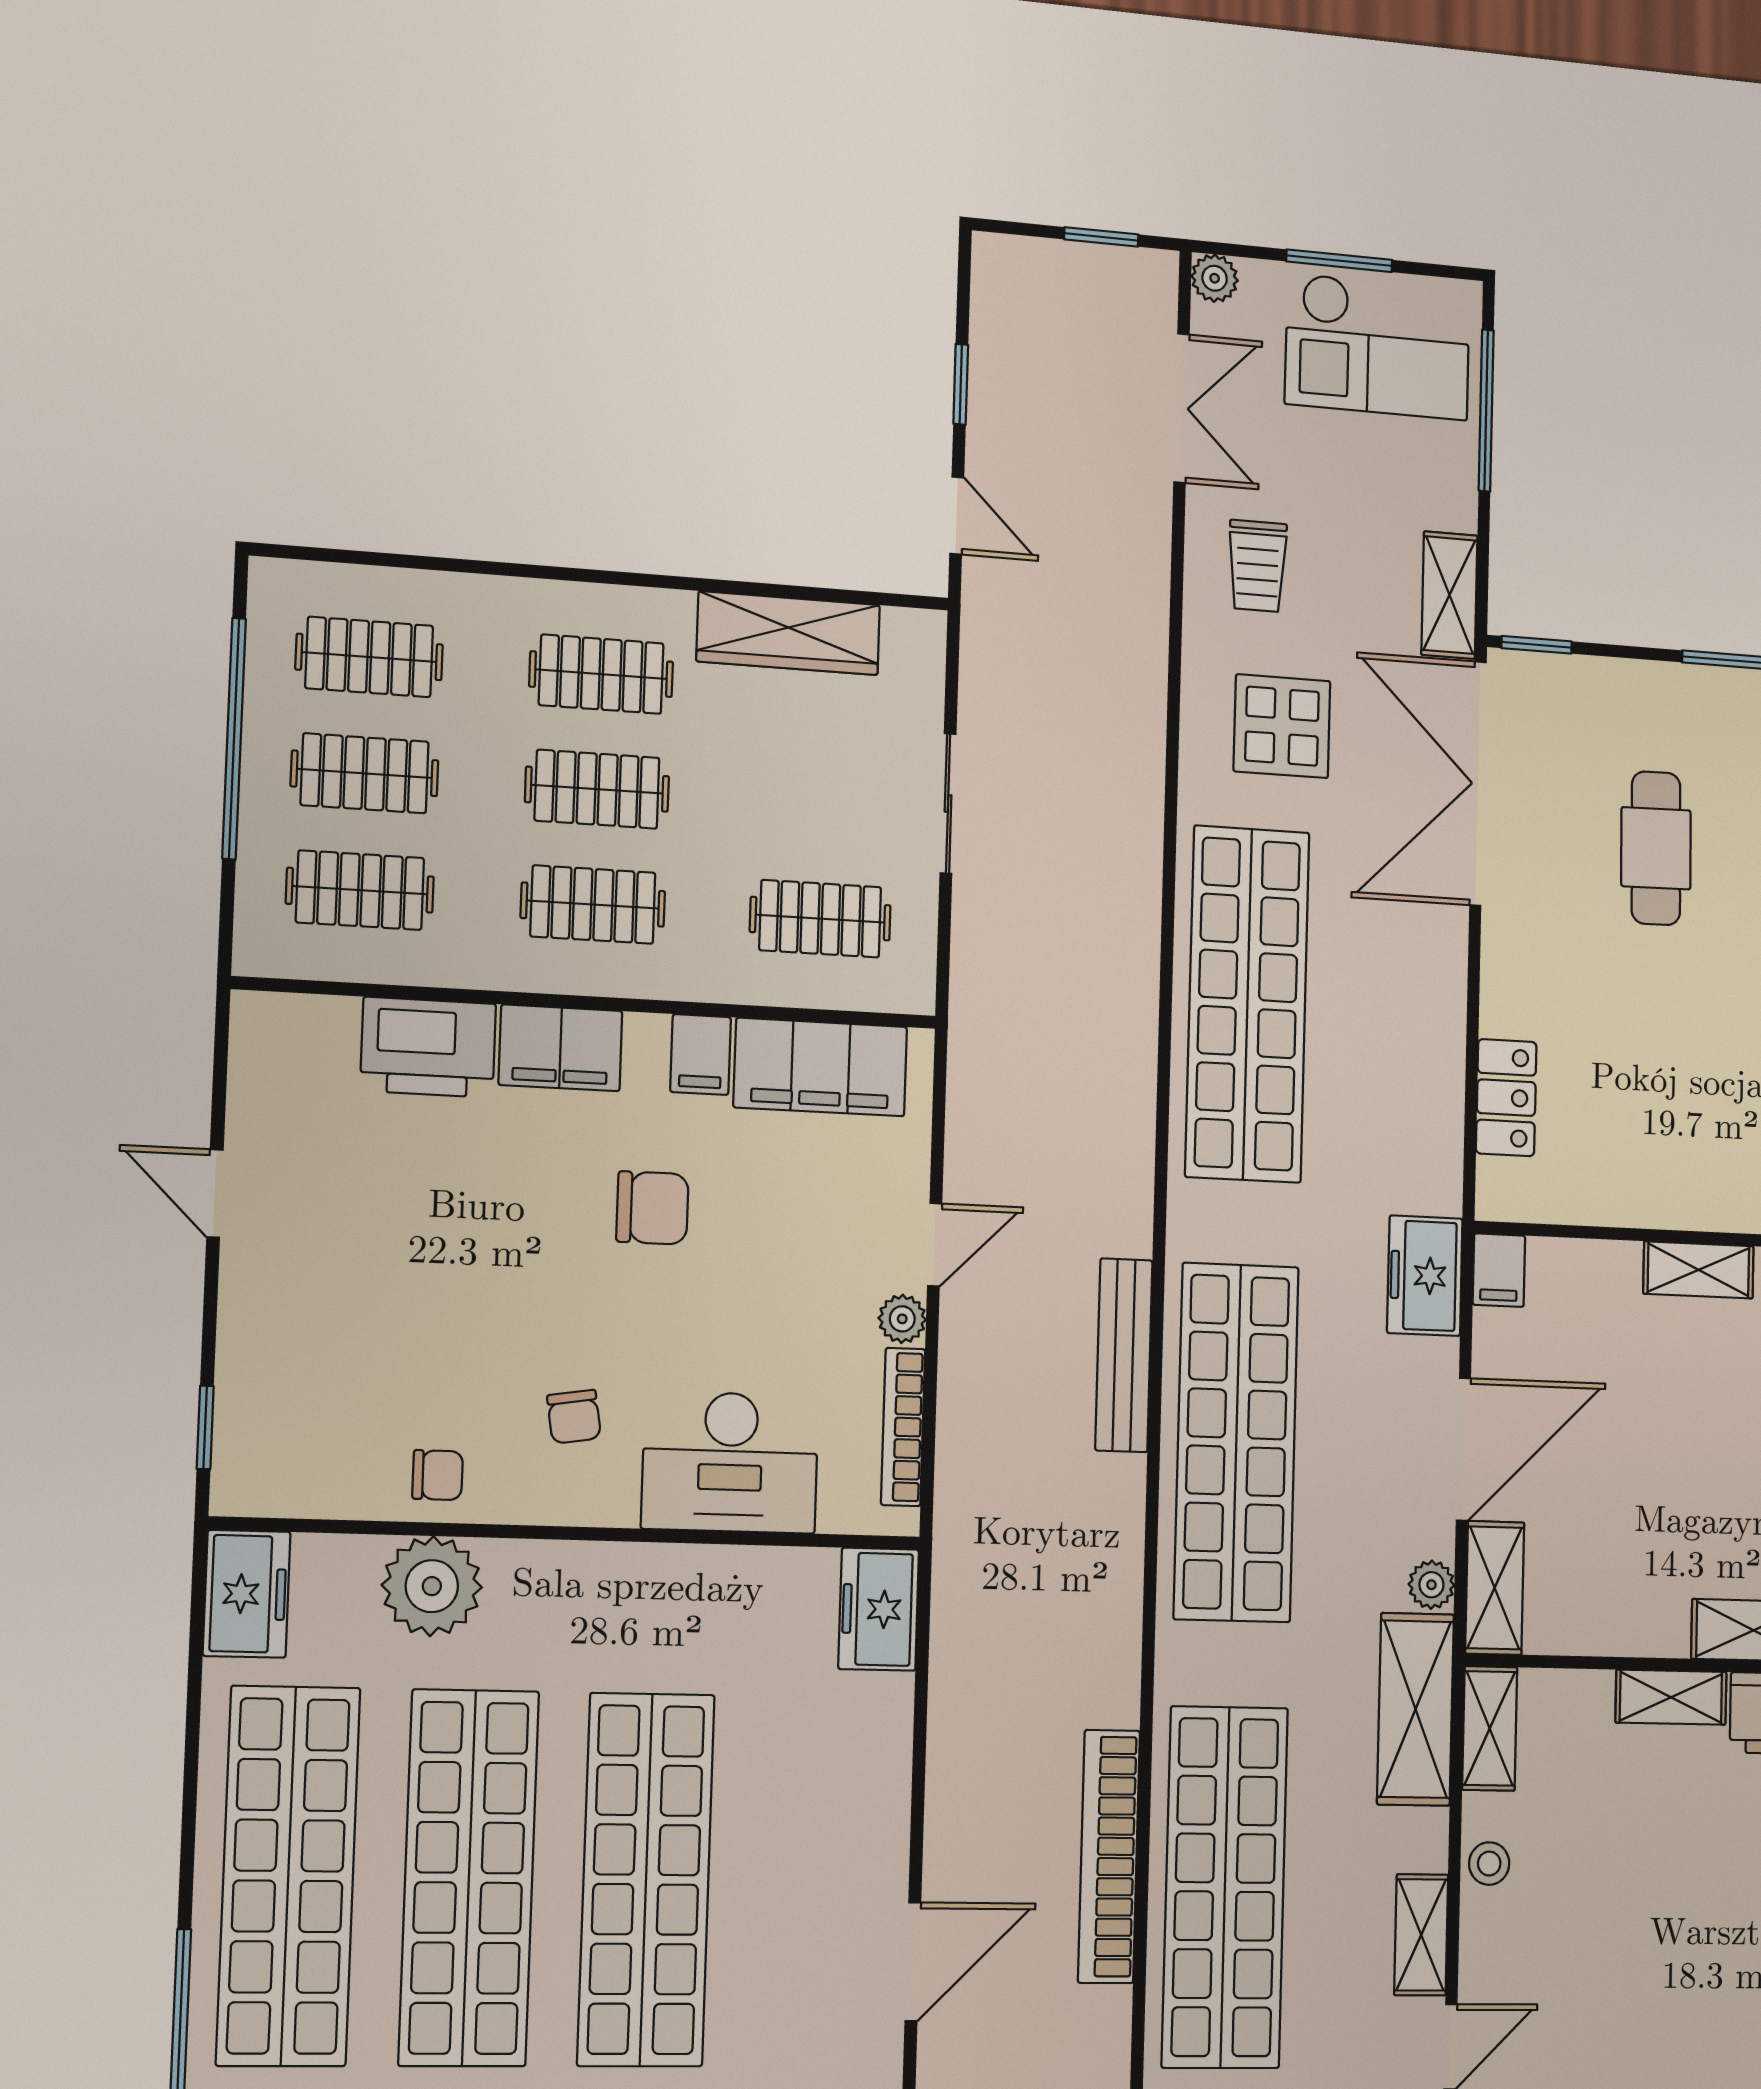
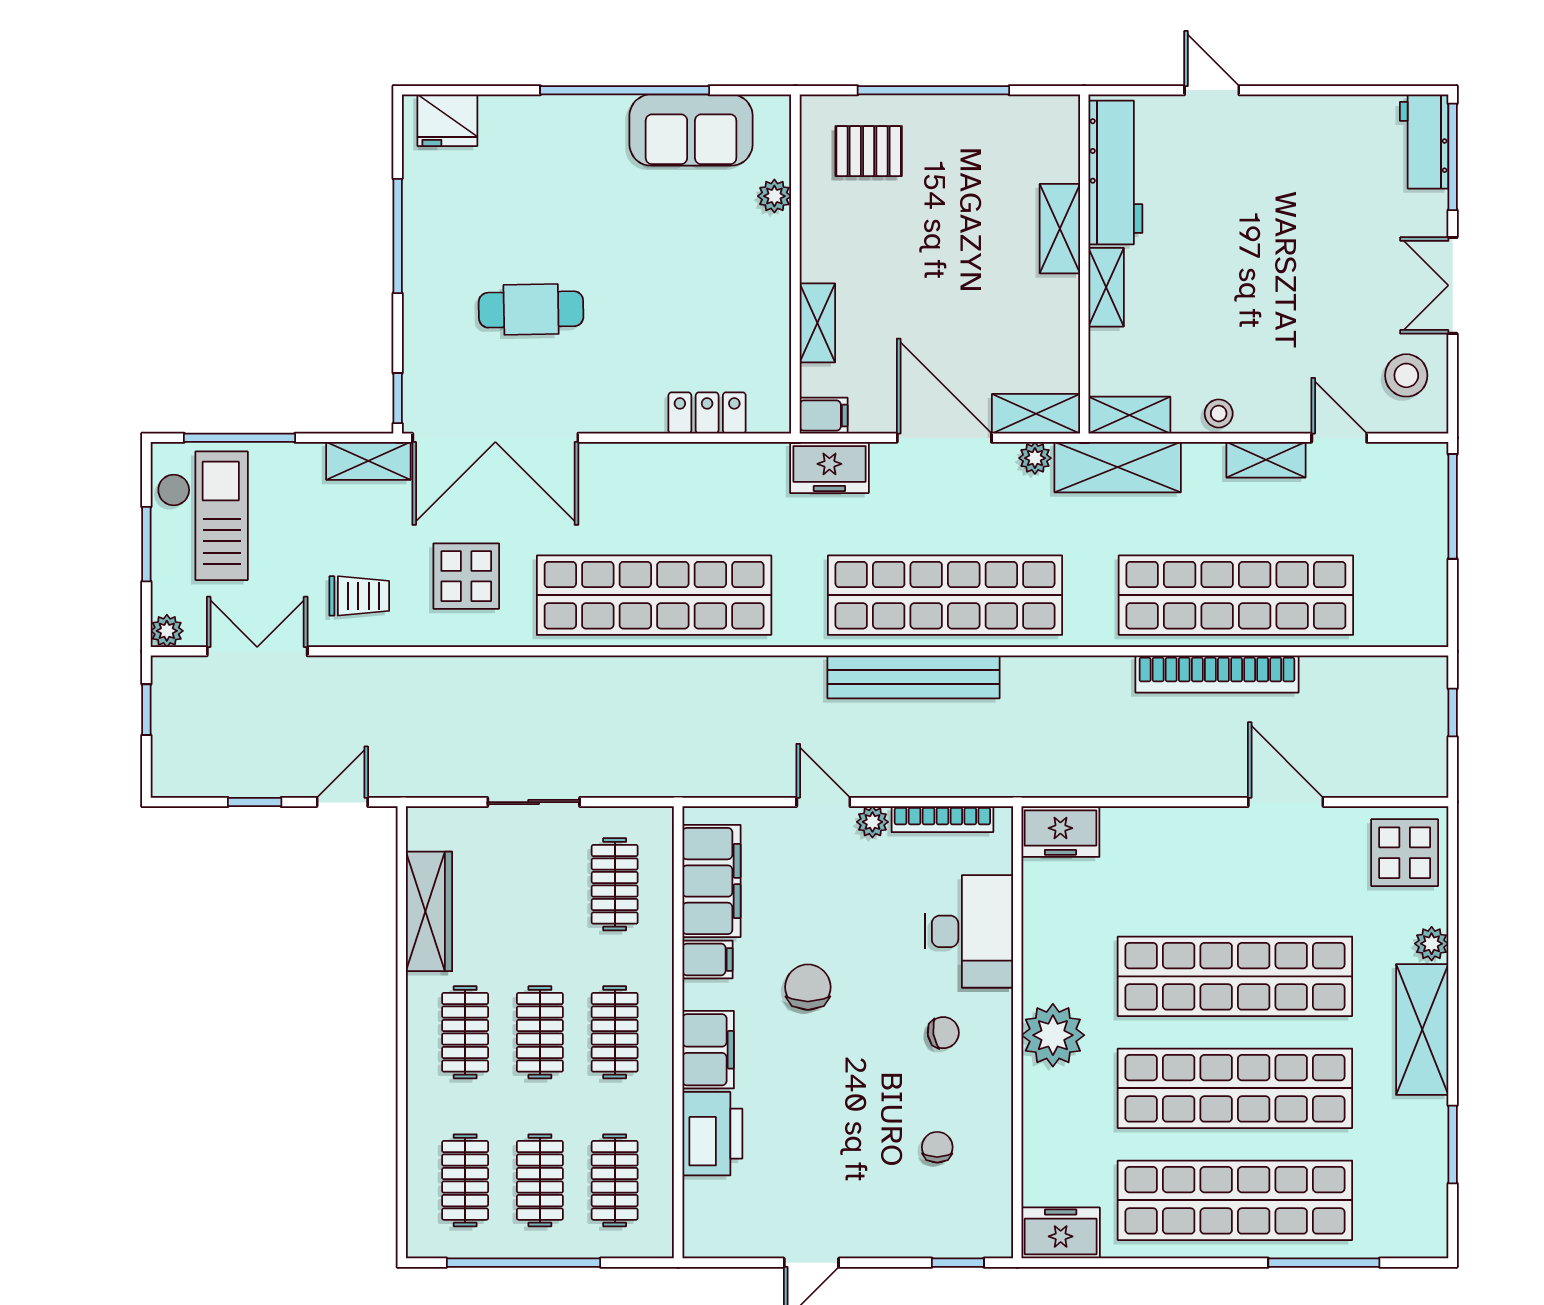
shelving: (1698, 1270) -> (817, 323), moved
bench: (1124, 1355) -> (914, 677), width x1.37, depth x1.21
chair: (438, 1475) -> (937, 1147), moved
plant: (432, 1586) -> (1053, 1035), moved

